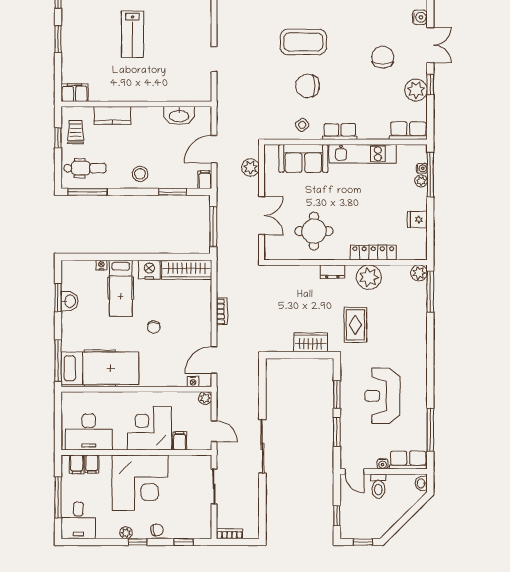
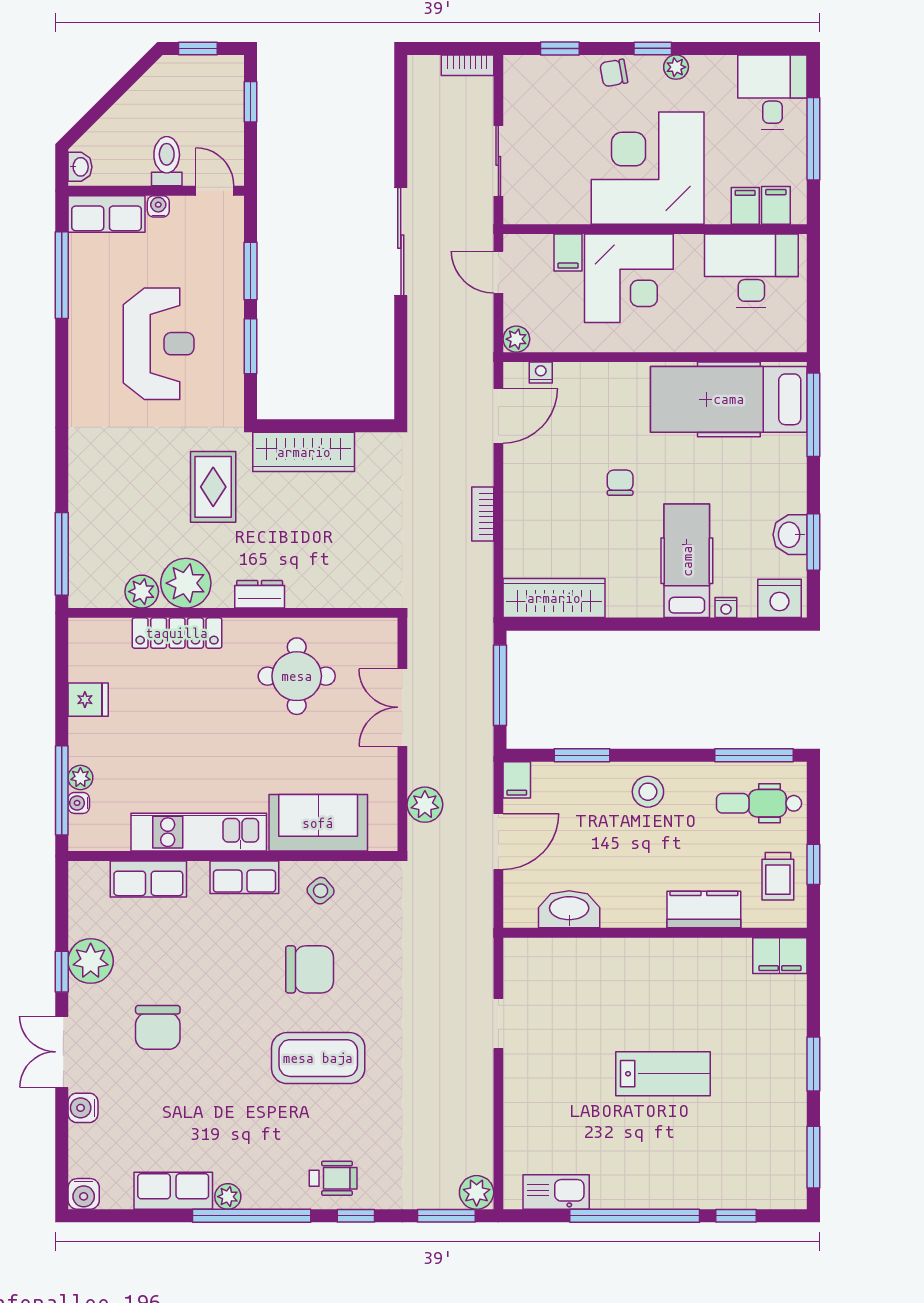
lab bench: (133, 34) -> (663, 1074), turned 90
row of seats: (408, 131) -> (148, 879), moved
nightstand: (149, 270) -> (779, 598), moved
plant: (419, 273) -> (142, 592), moved
wardrobe: (311, 342) -> (304, 452), width x1.50

